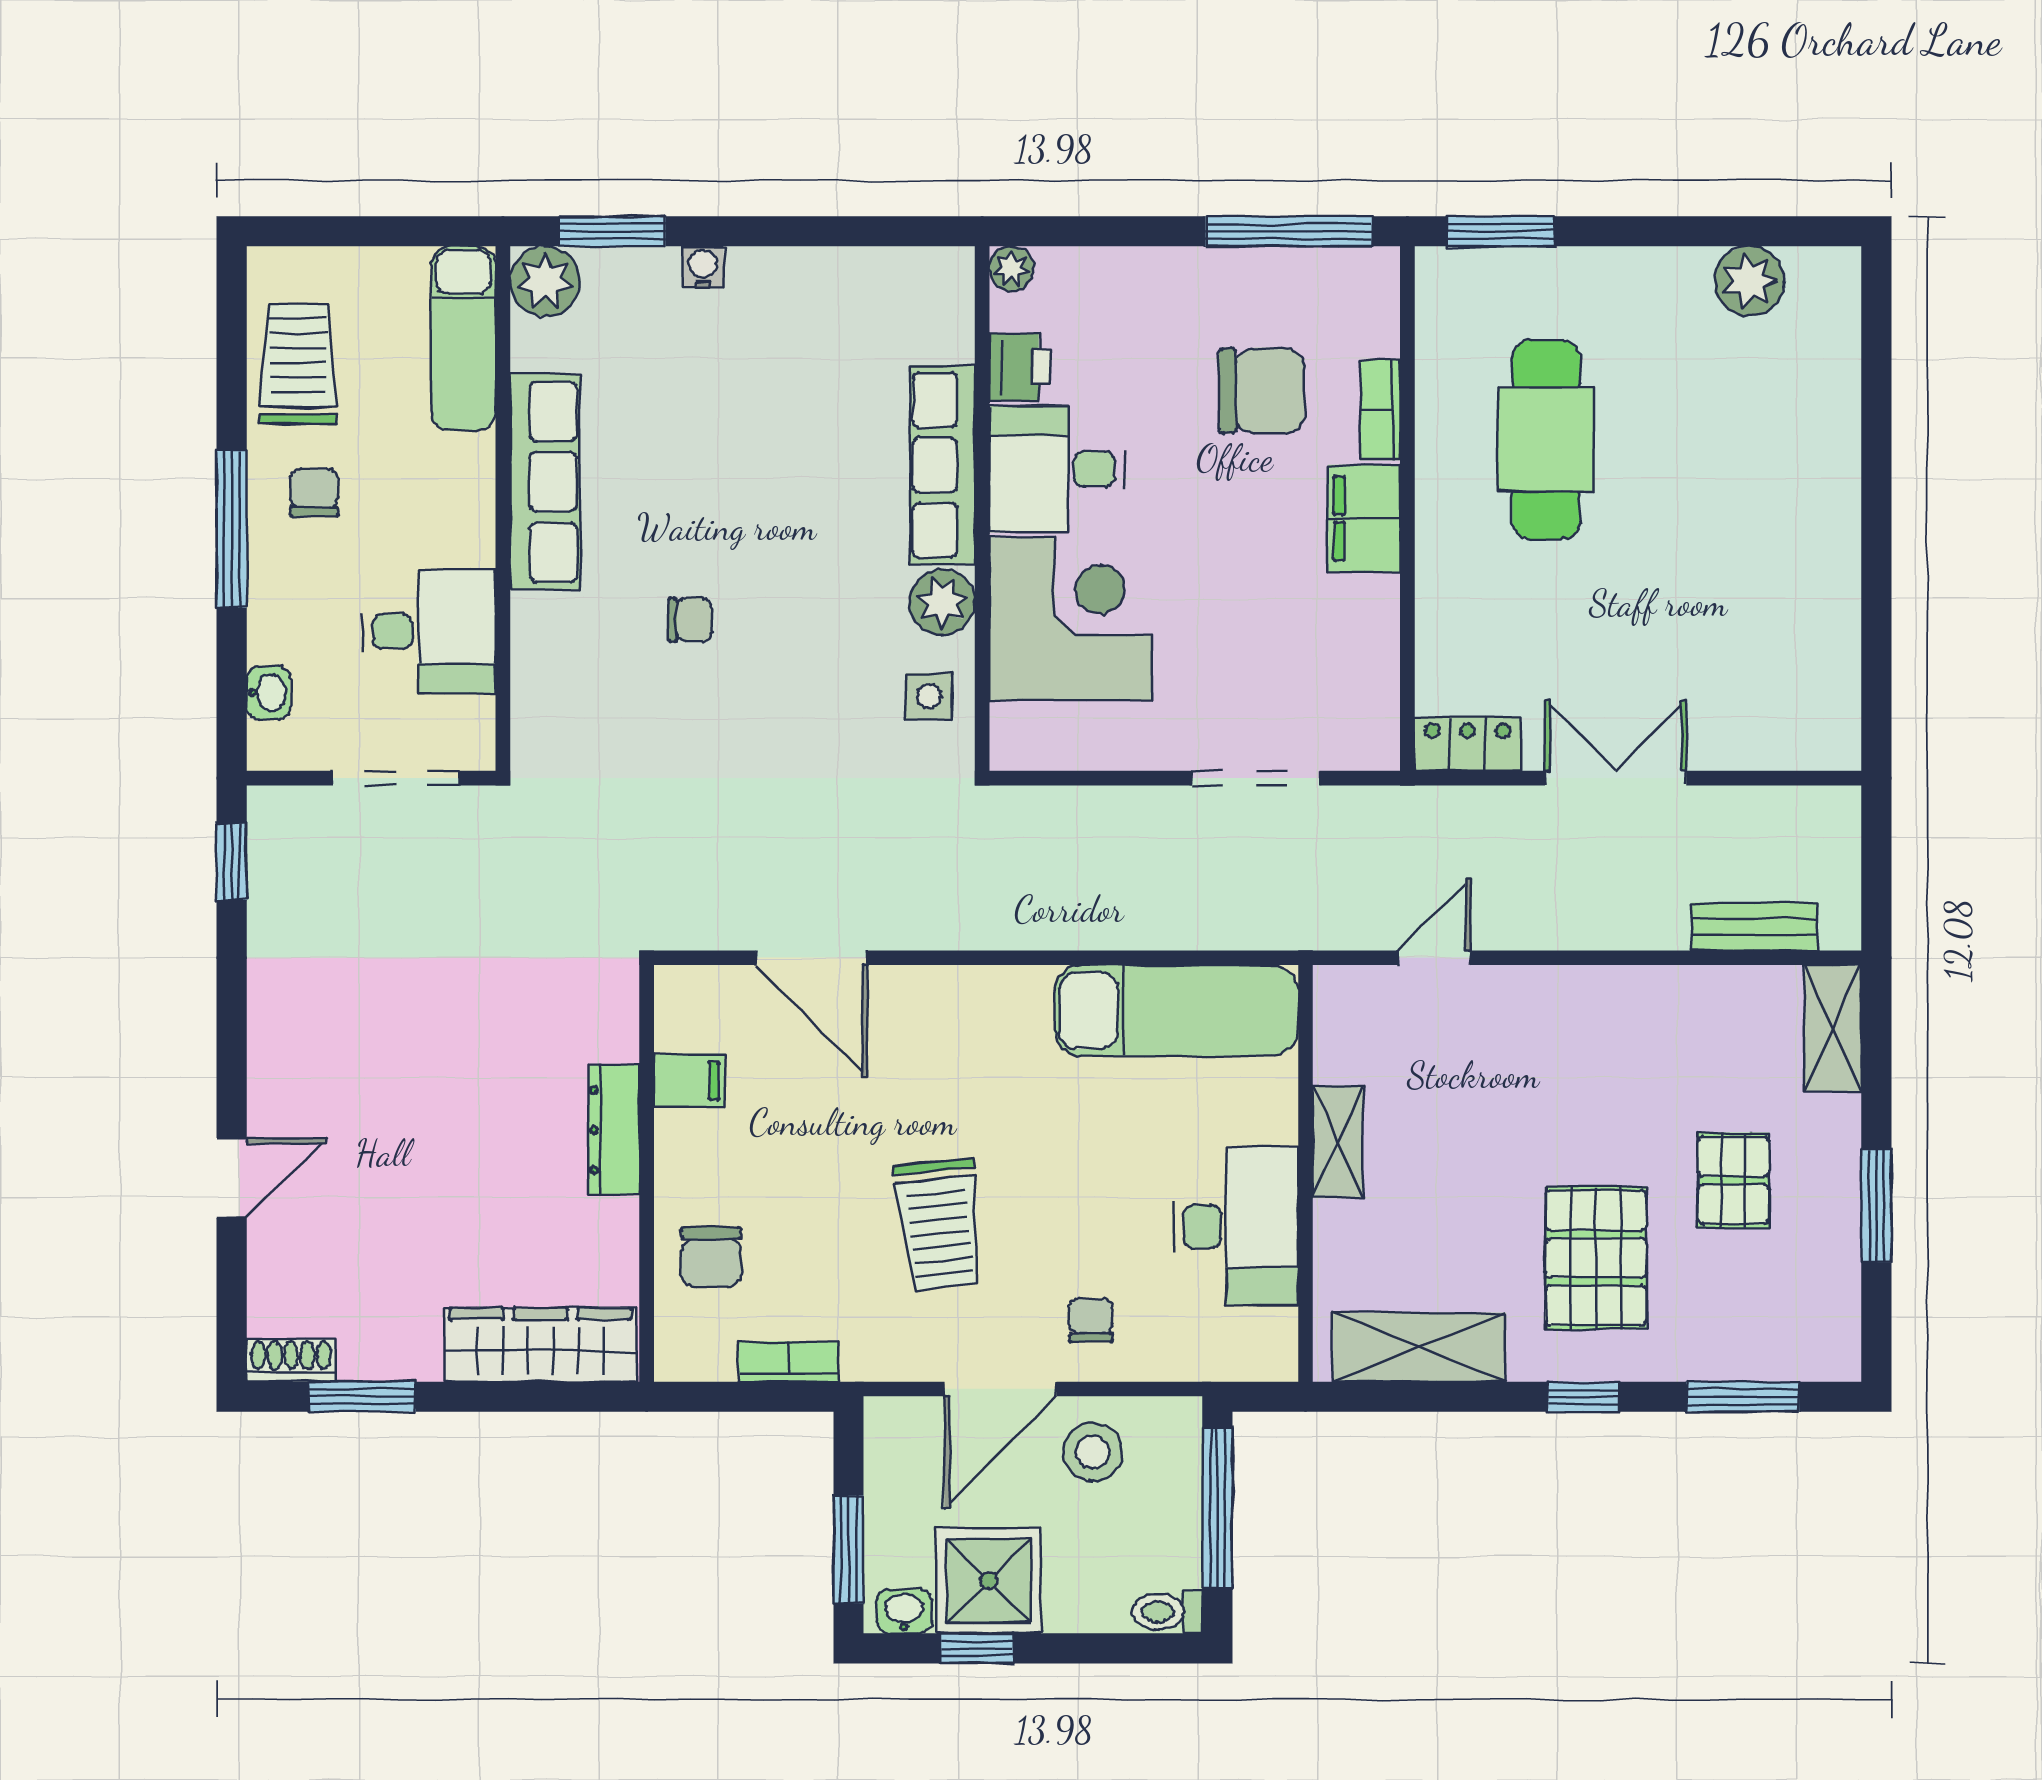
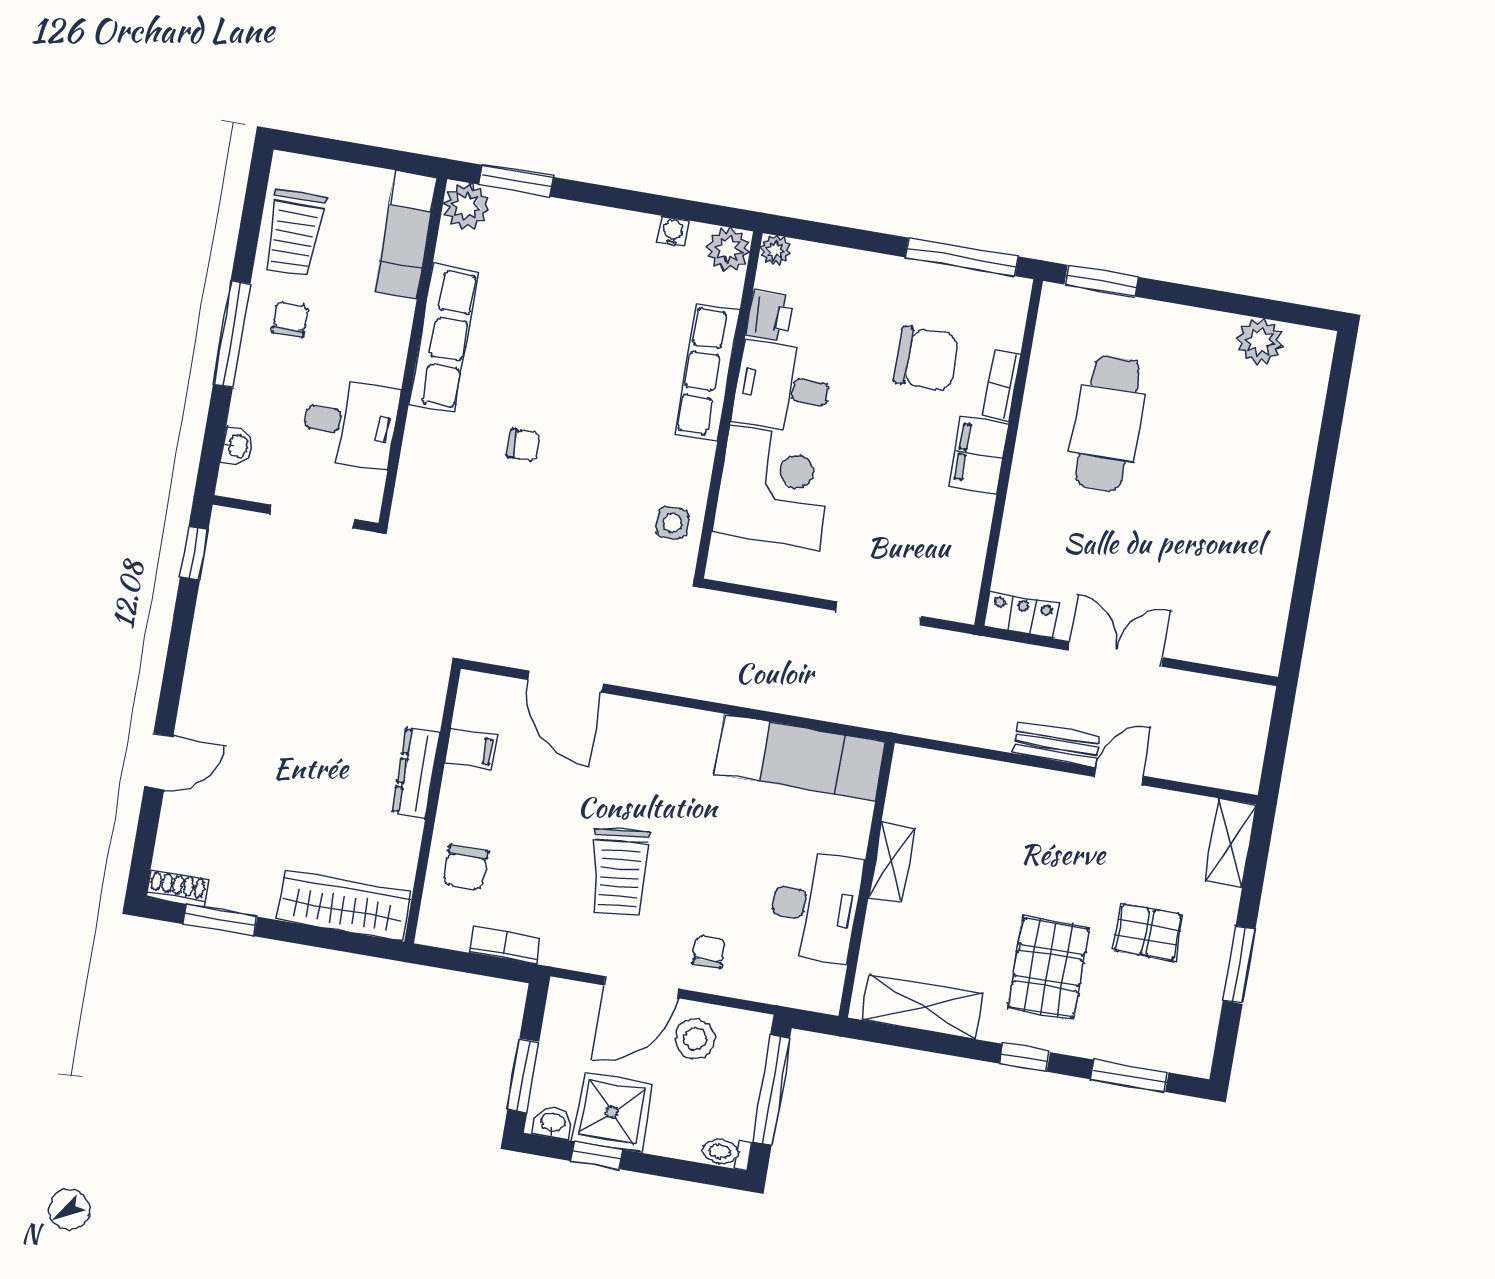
water cooler: (703, 267) -> (673, 232), moved
trolley: (298, 364) -> (294, 233), turned 180
plant: (942, 602) -> (728, 249), moved
bench: (1754, 927) -> (1056, 745), moved
door: (1435, 958) -> (1118, 776), moved
pallet: (1733, 1180) -> (1148, 932), turned 90

